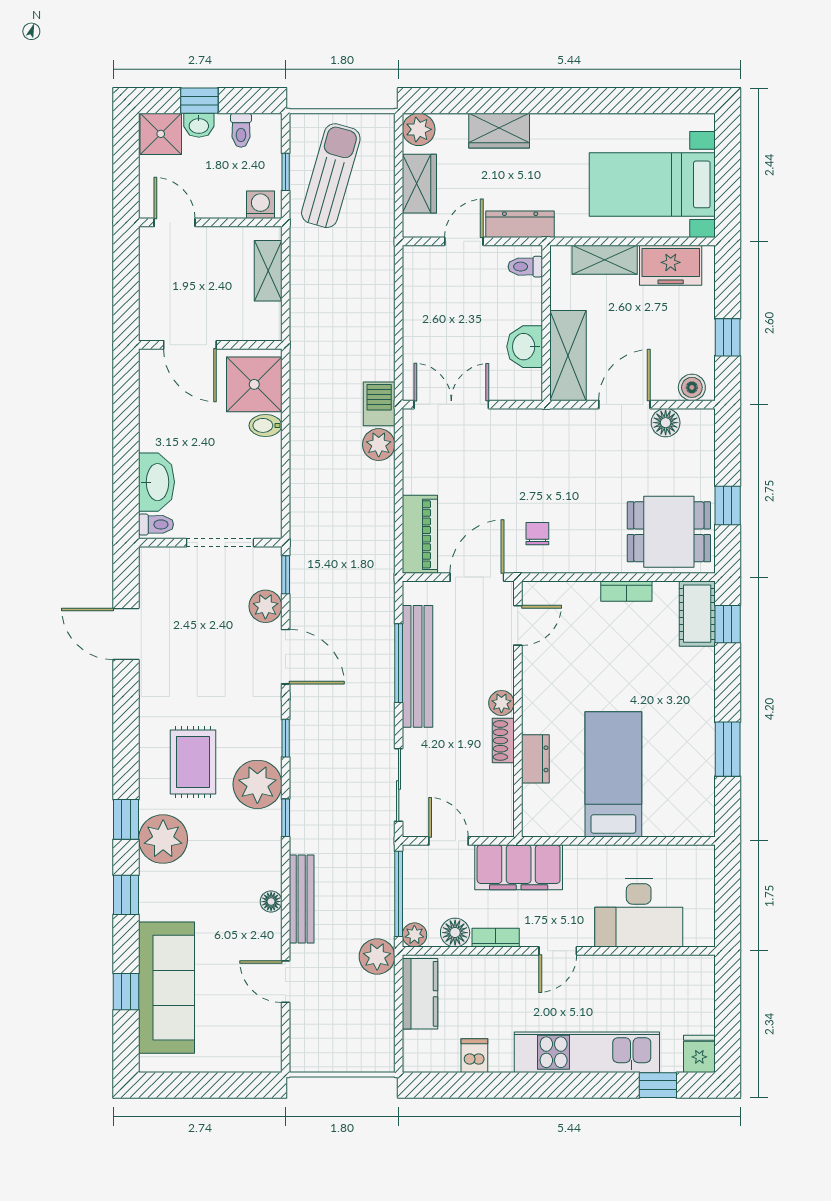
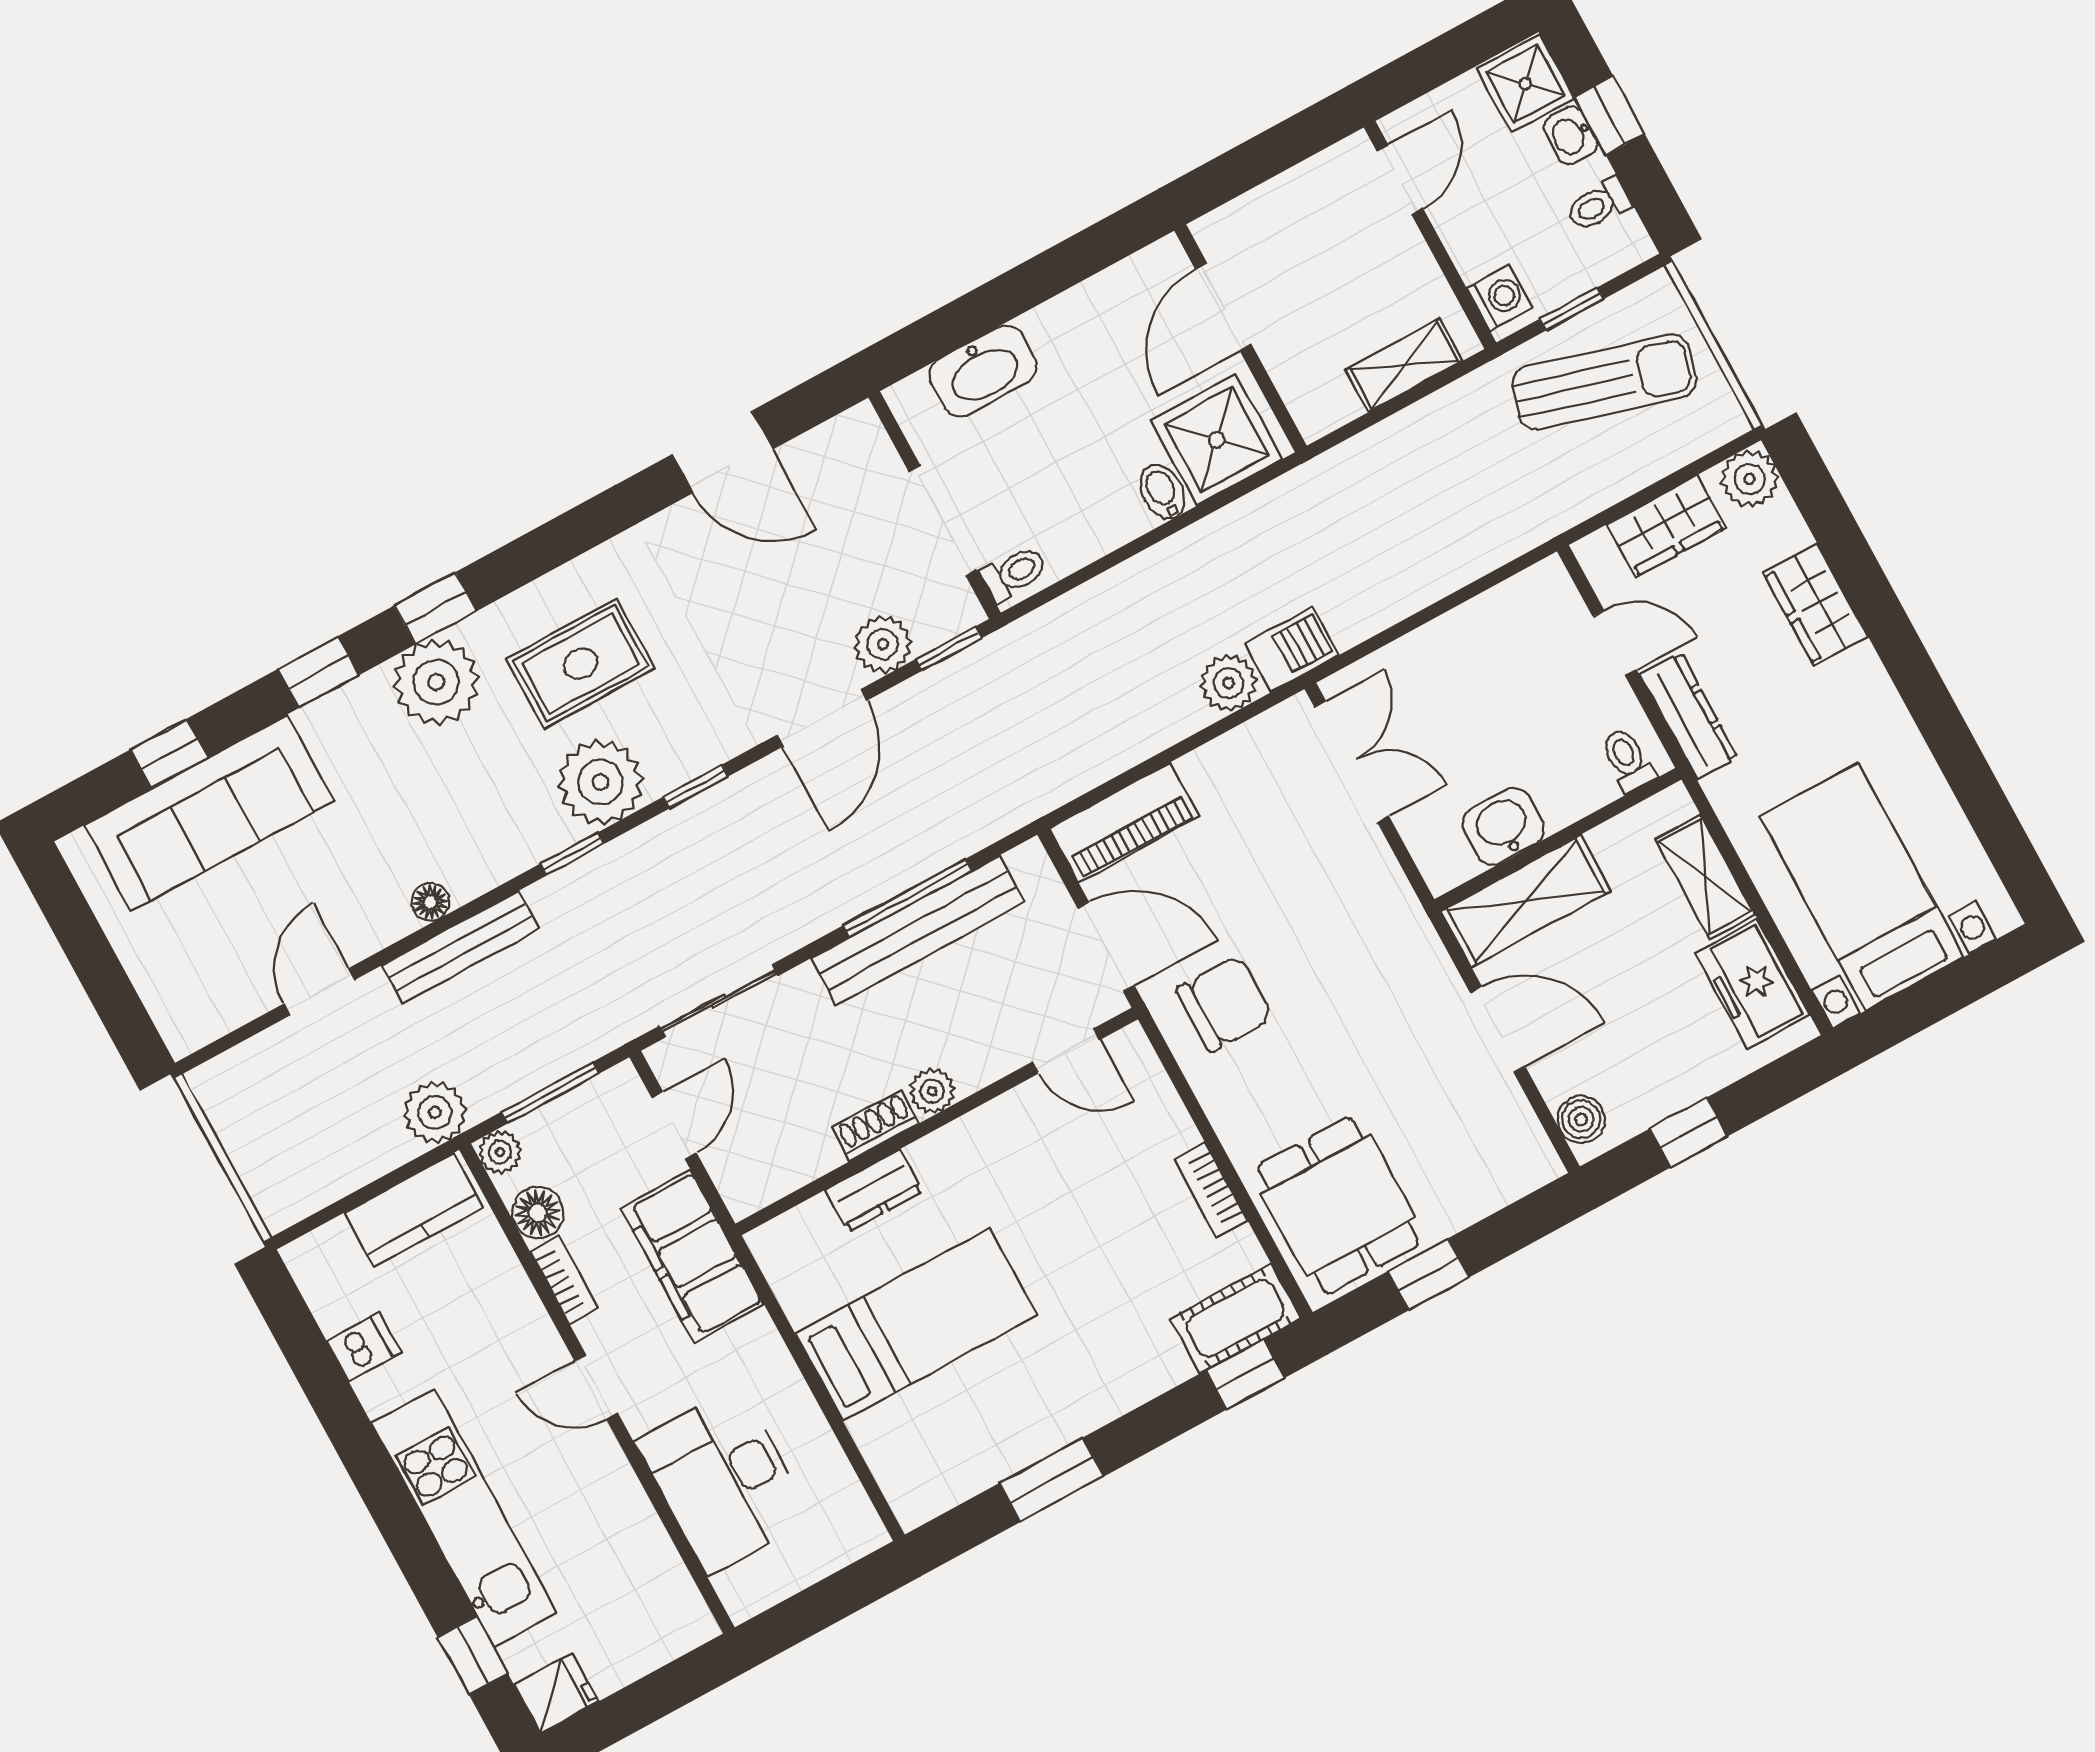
floor lamp: (666, 423) -> (1504, 1108), removed
toilet: (156, 524) -> (1014, 573), moved, turned -90
chair: (537, 534) -> (1224, 1004), width x1.87, depth x1.87
door: (126, 634) -> (722, 452), swing flipped
window: (399, 894) -> (550, 1093), width x0.69

